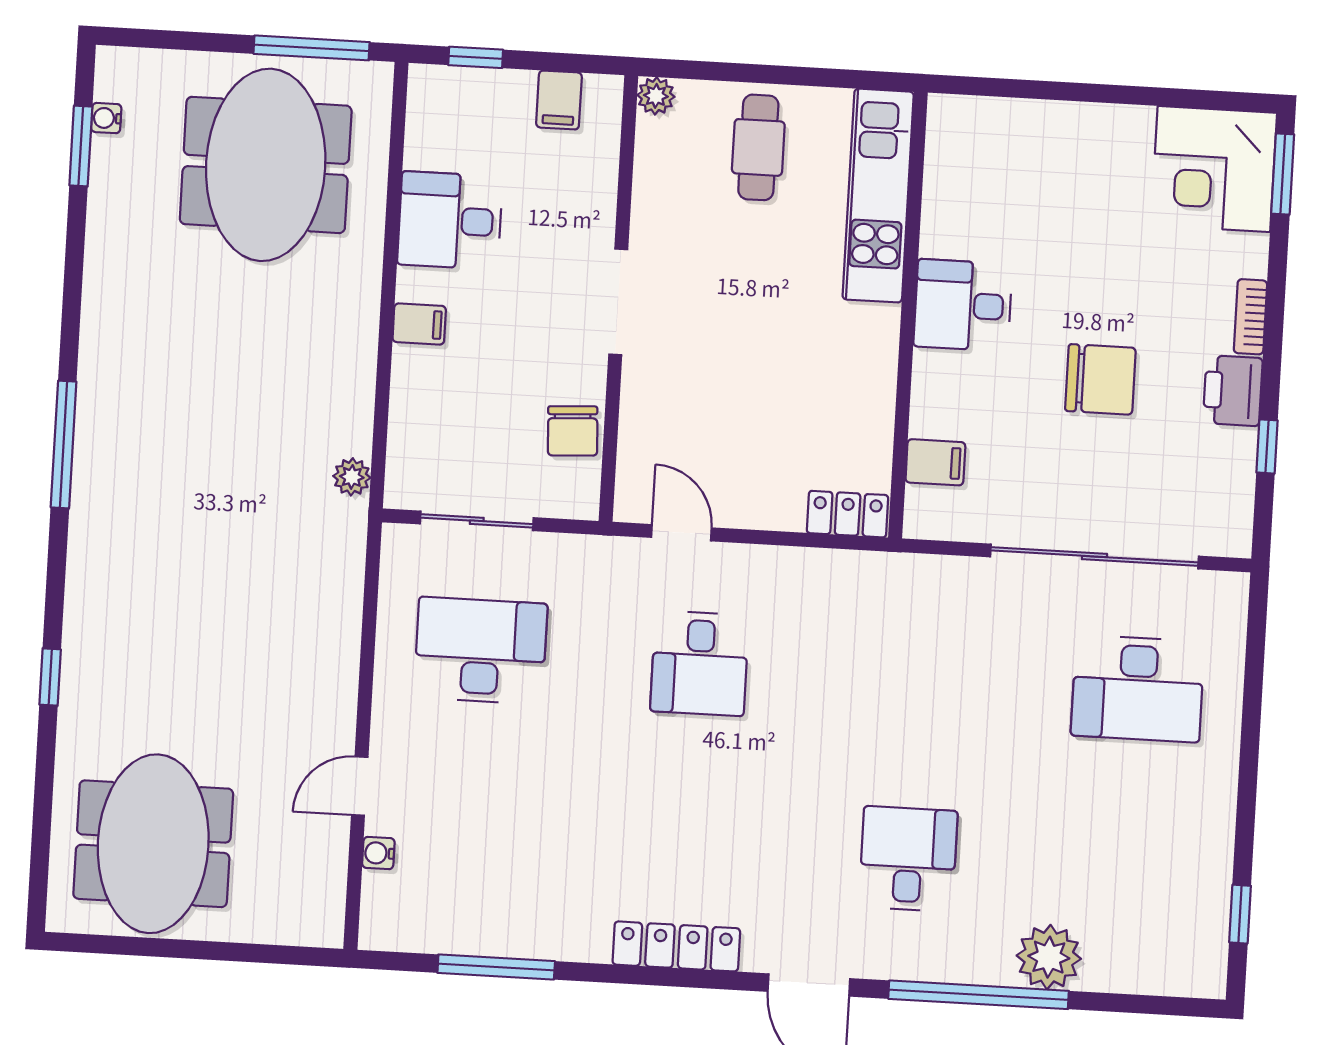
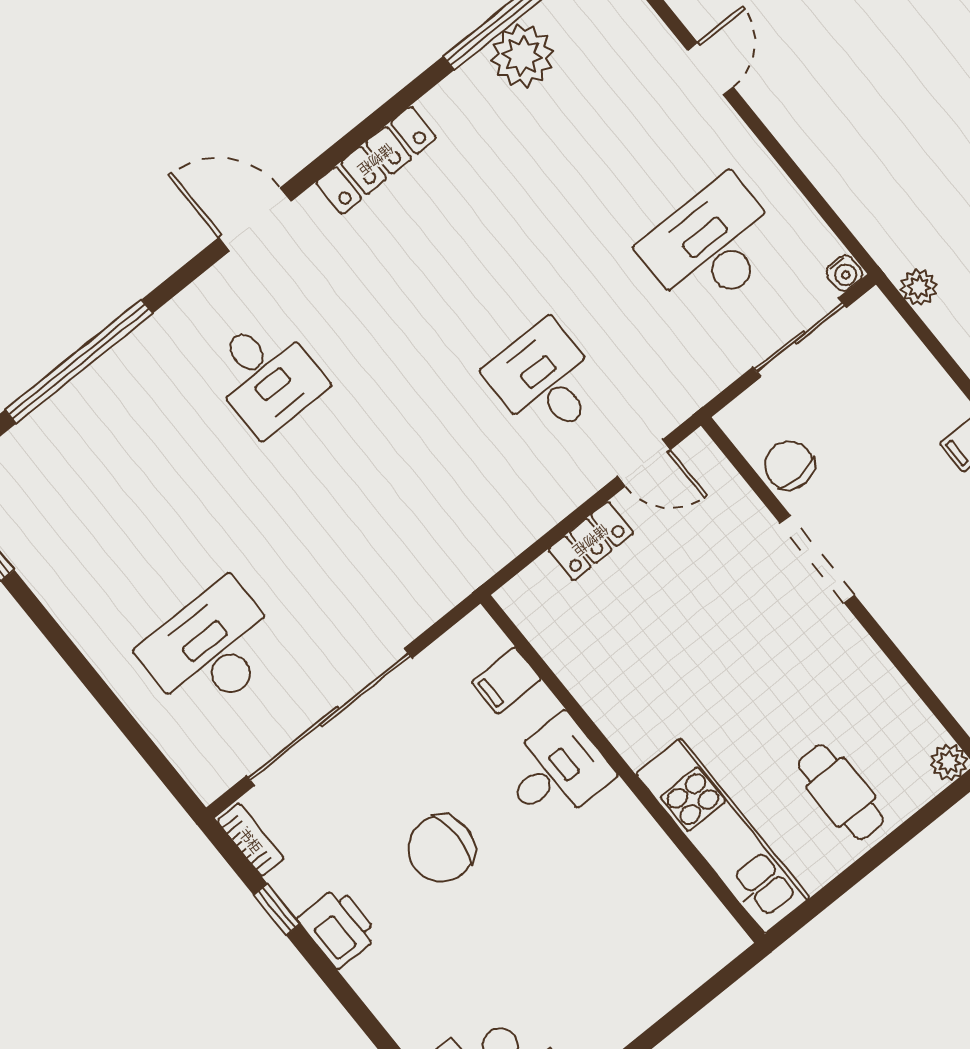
doorway: (618, 302) -> (817, 559), moved
desk: (963, 305) -> (556, 771), moved
bookcase: (1250, 317) -> (251, 840), moved
locker: (848, 514) -> (591, 541), moved
desk: (481, 651) -> (712, 246), turned 180
water cooler: (378, 853) -> (844, 273), moved, turned 90
plant: (1049, 957) -> (522, 56), moved
window: (978, 995) -> (79, 361), moved

